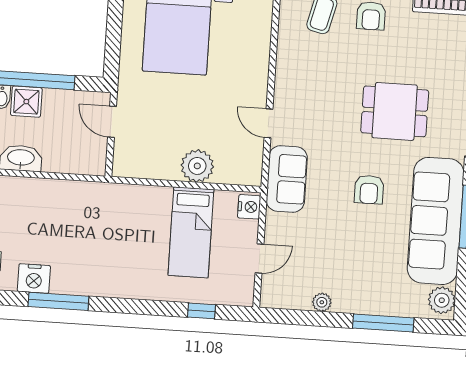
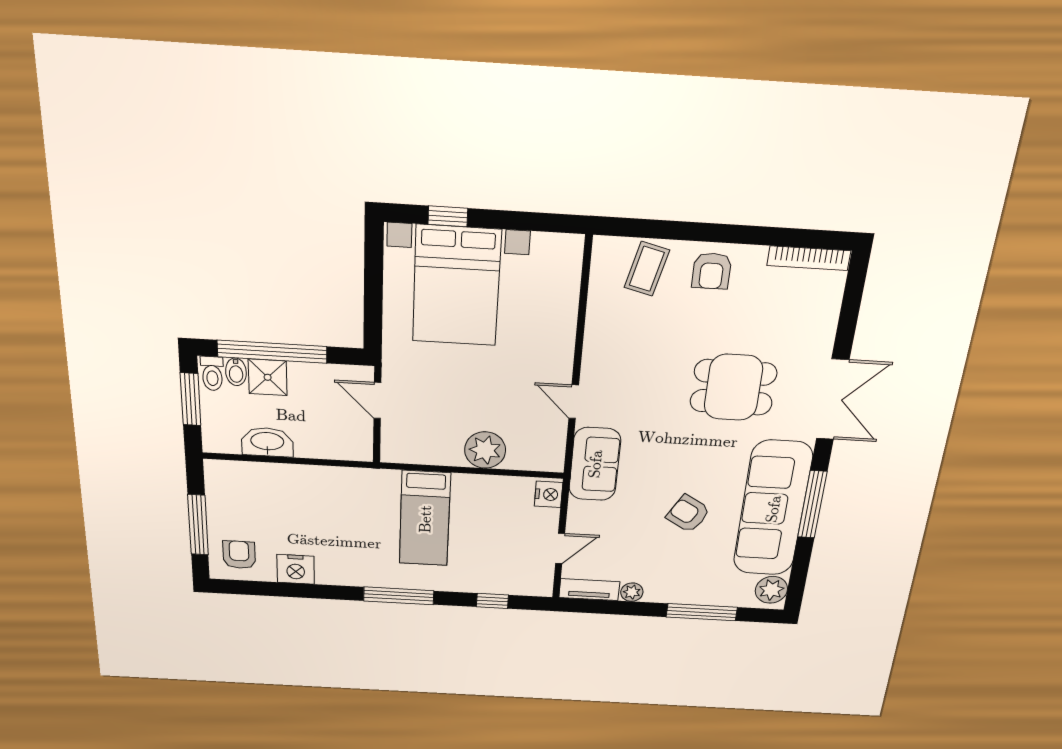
armchair: (369, 190) -> (688, 514), moved, turned 120
bed: (191, 232) -> (425, 519), moved
tv unit: (285, 300) -> (589, 590), added
window: (58, 301) -> (399, 596), moved

